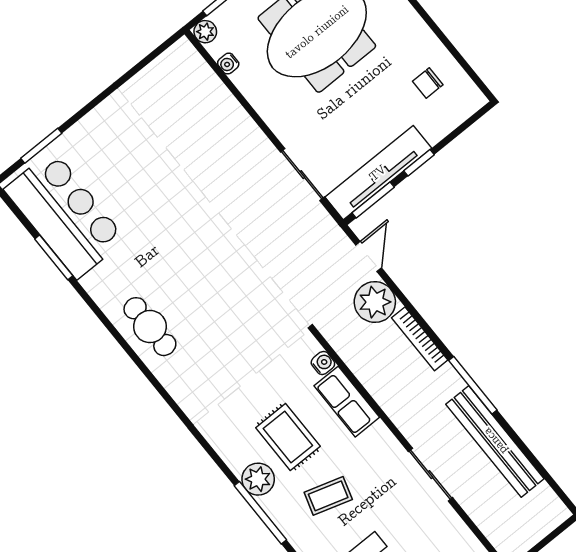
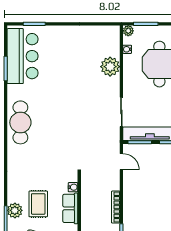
door: (369, 256) -> (121, 162), hinge flipped
plant: (375, 302) -> (110, 67), moved
cafe table: (150, 327) -> (20, 122), width x1.37, depth x1.35

